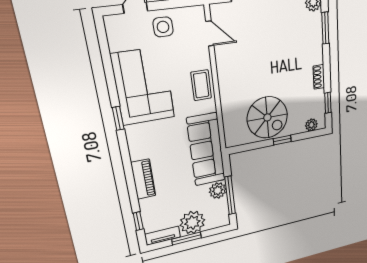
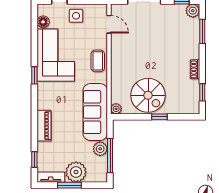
floor lamp: (117, 42) -> (43, 22), added
plant: (311, 125) -> (116, 109), moved

